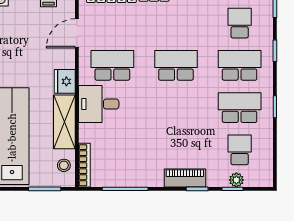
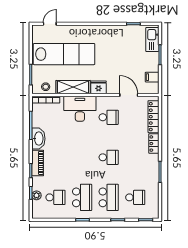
school desk: (112, 65) -> (109, 117), width x0.54
school desk: (176, 65) -> (109, 157), width x0.54
desk: (99, 104) -> (80, 109), width x1.37
washbasin: (146, 177) -> (38, 139), added

